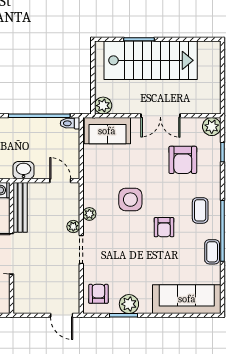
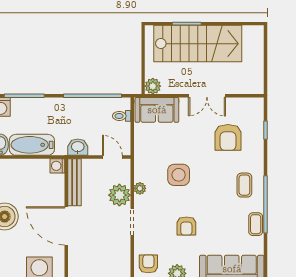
toilet: (70, 123) -> (122, 116), moved
plant: (212, 127) -> (255, 106), removed
plant: (73, 227) -> (119, 195), width x1.88, depth x1.88
armchair: (164, 227) -> (186, 226), moved

